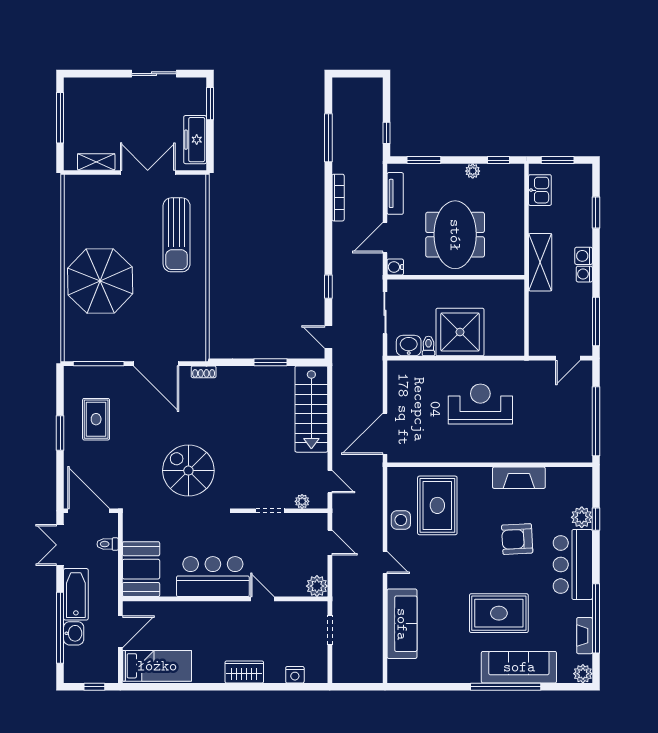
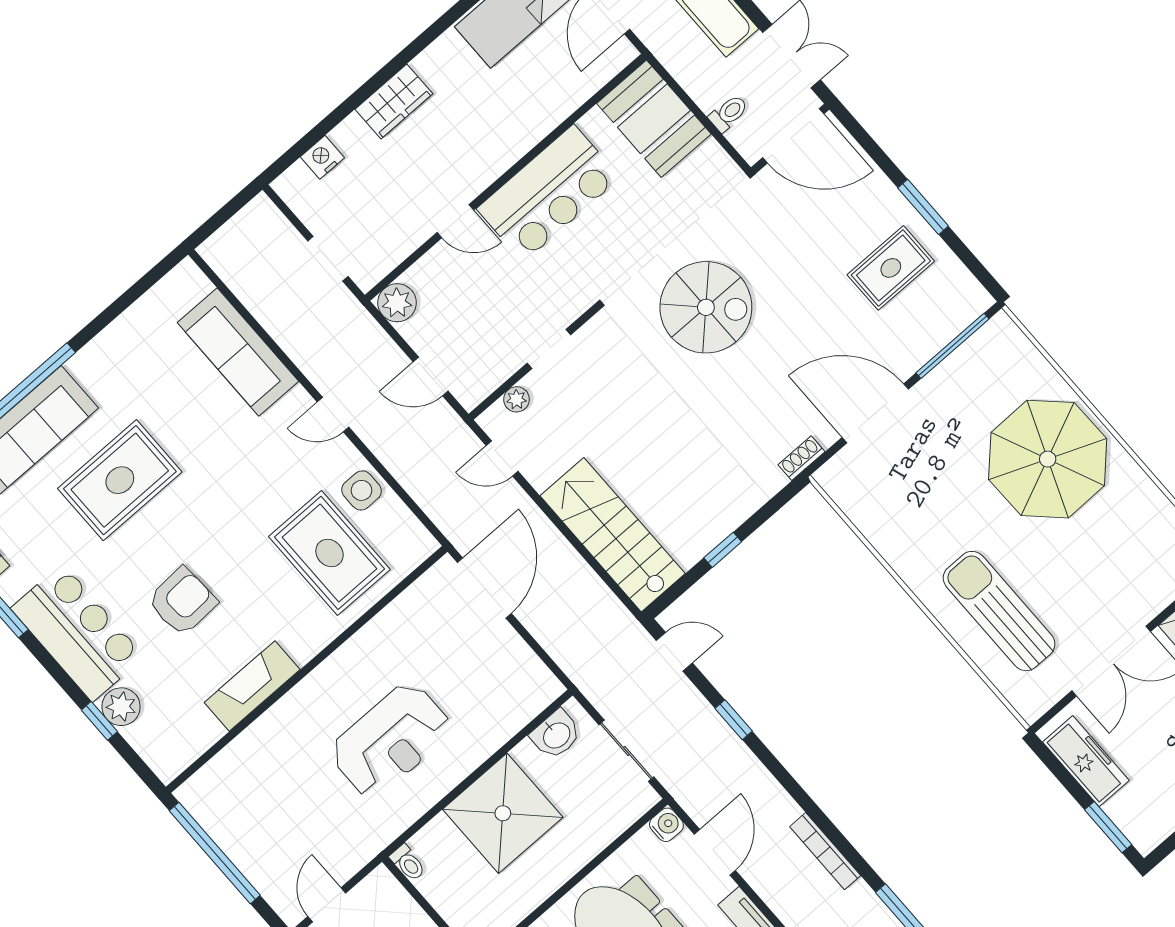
toilet: (428, 346) -> (408, 863), moved
window: (270, 362) -> (723, 550), width x0.67
rug: (96, 419) -> (891, 268), turned 90

